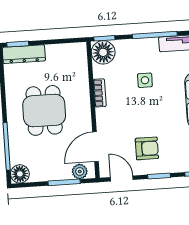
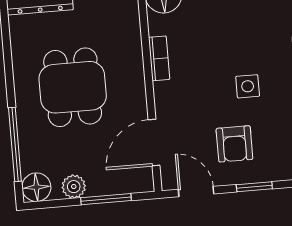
side table: (145, 80) -> (248, 86), moved
armchair: (147, 148) -> (234, 144), turned 90
plant: (80, 172) -> (74, 187), moved

